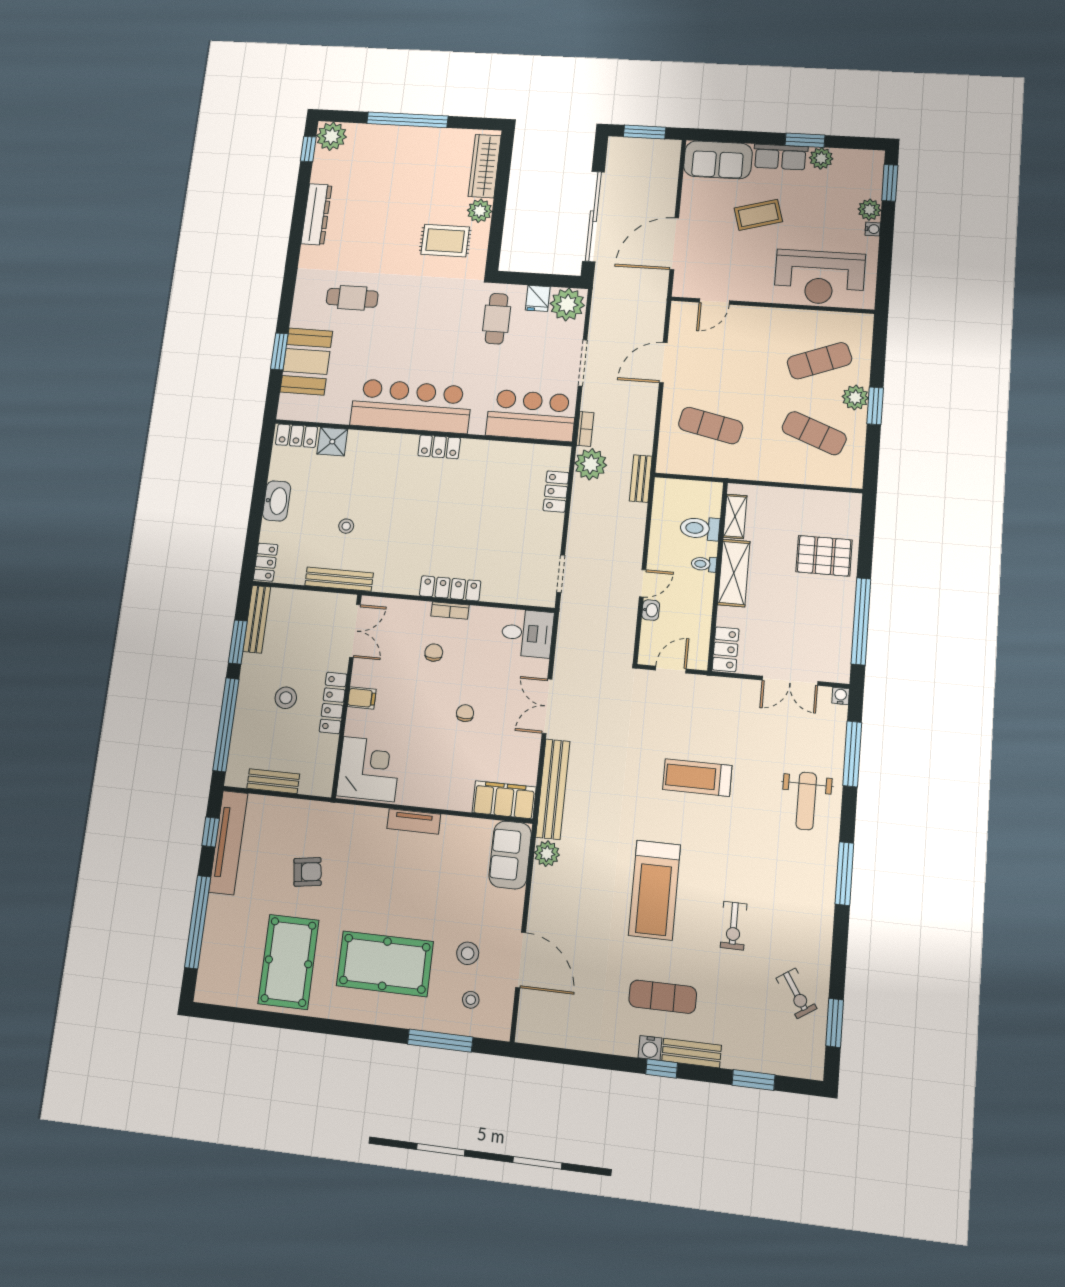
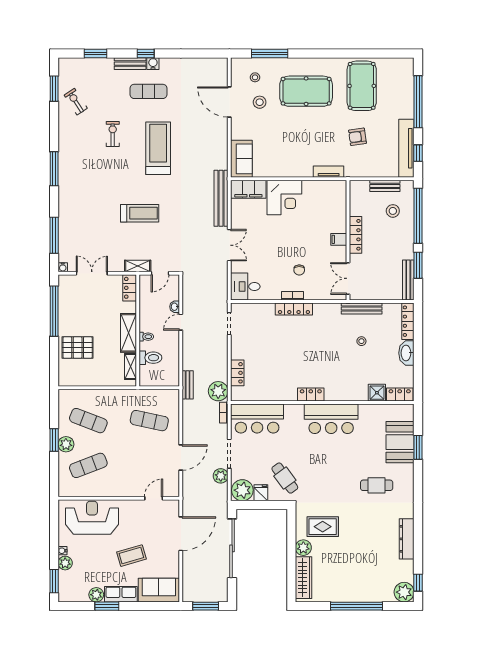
cafe table: (497, 319) -> (285, 478), turned -36
bar counter: (411, 406) -> (331, 419), width x0.73
locker: (266, 562) -> (408, 321), width x1.53
shelving: (708, 686) -> (138, 266), added
stool: (286, 698) -> (393, 211), moved
chair: (465, 713) -> (277, 236), removed
corner desk: (369, 769) -> (284, 198), moved, turned -90
weight bench: (806, 801) -> (78, 206), removed
tv unit: (414, 821) -> (329, 172), moved
plant: (547, 854) -> (221, 476), moved

